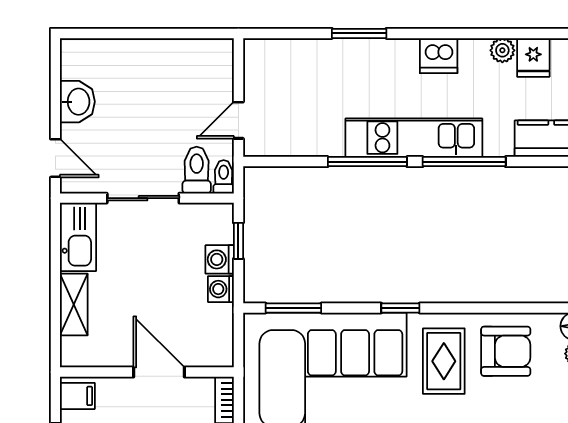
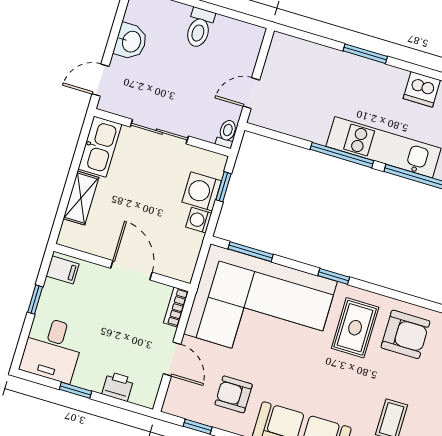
door: (55, 158) -> (101, 80), swing flipped
toilet: (197, 170) -> (199, 28), moved, turned 180
washing machine: (220, 259) -> (202, 191), width x1.38, depth x1.38

